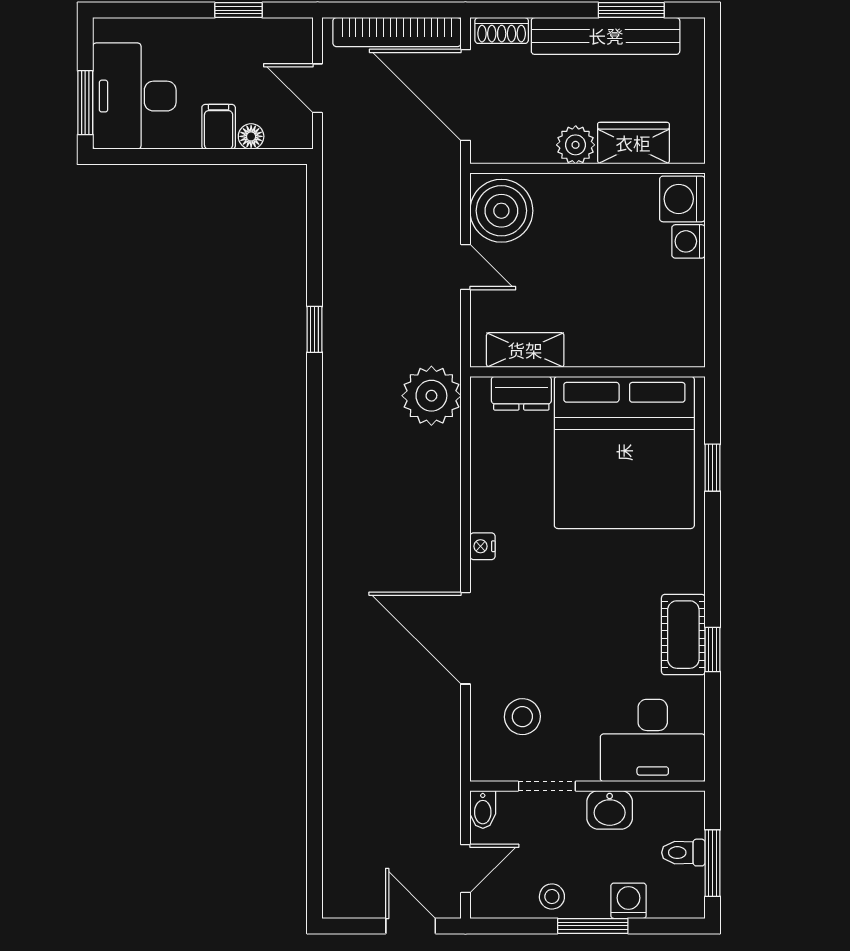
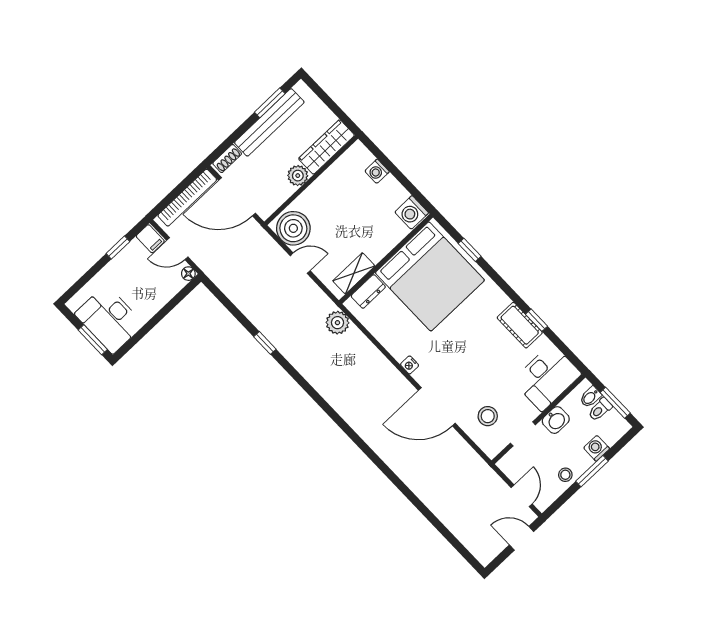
filing cabinet: (219, 127) -> (150, 239), moved, turned 180
floor lamp: (251, 136) -> (188, 274), moved
wardrobe: (633, 143) -> (326, 147), width x1.50
washing machine: (682, 199) -> (412, 212), moved
plant: (431, 396) -> (337, 323), width x0.73, depth x0.73
bidet: (483, 809) -> (590, 397), moved, turned 90

